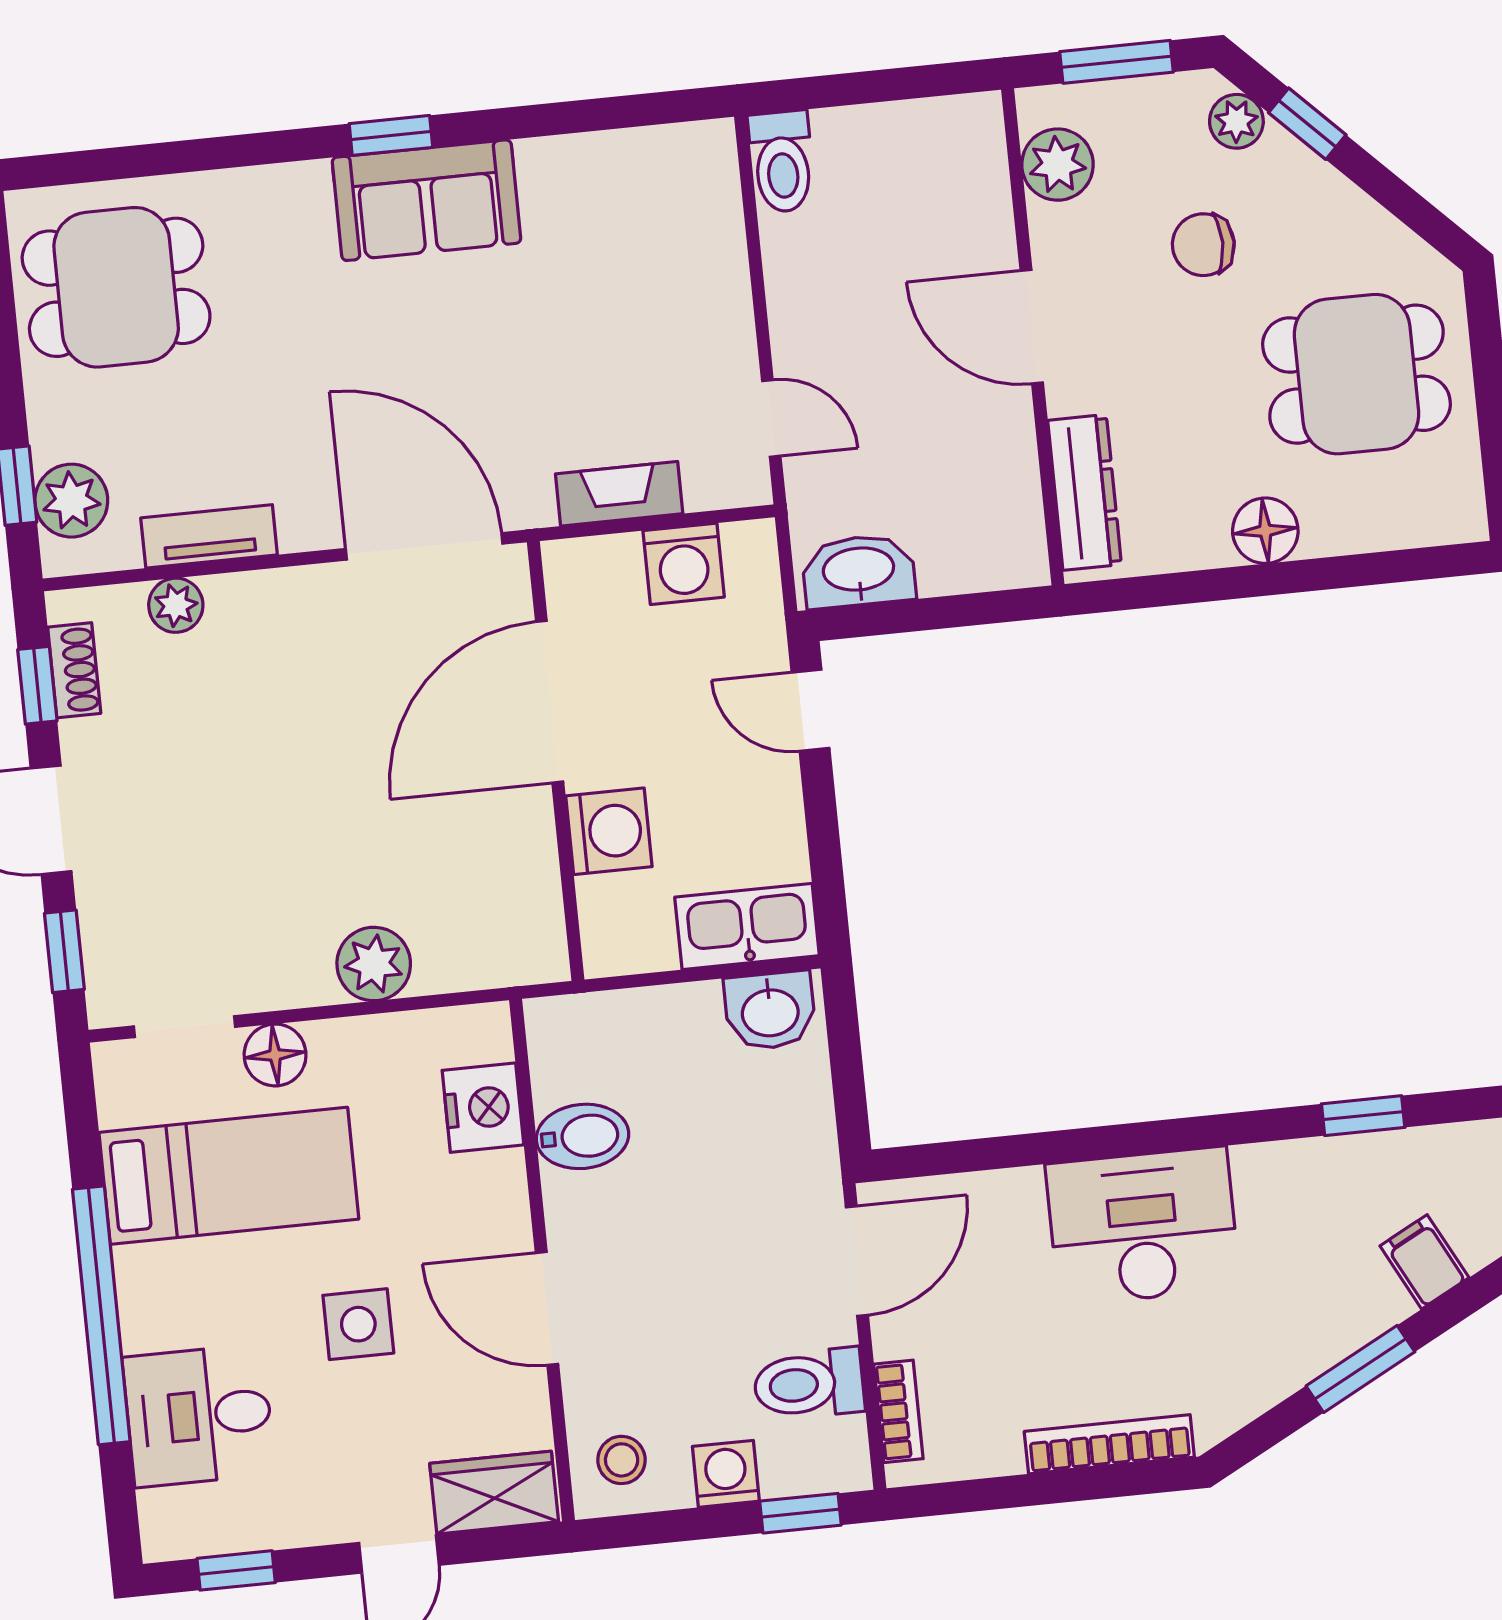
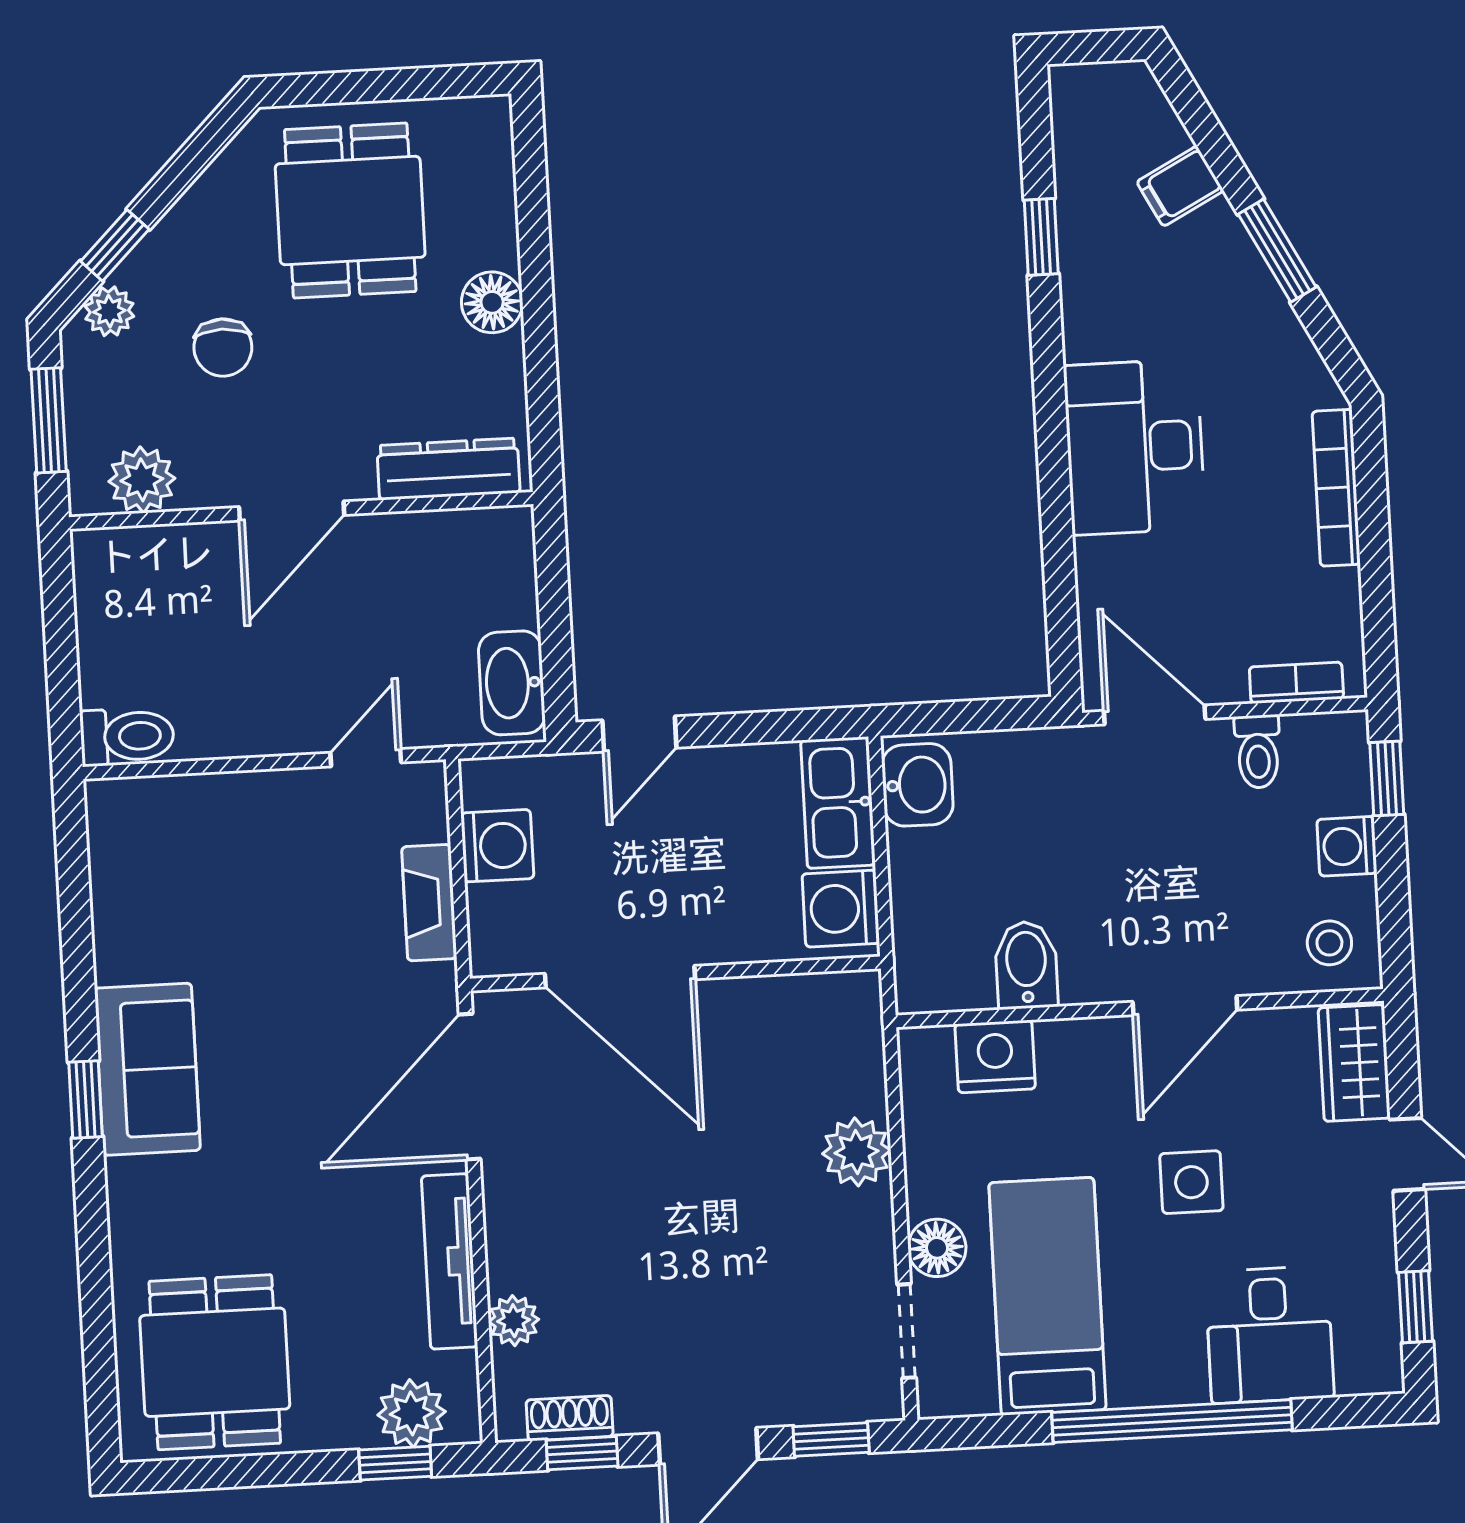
tv unit: (209, 536) -> (450, 1261), width x1.41
washing machine: (609, 831) -> (841, 909), moved, turned -90
toilet: (809, 1384) -> (1258, 752), width x0.73, depth x0.72

